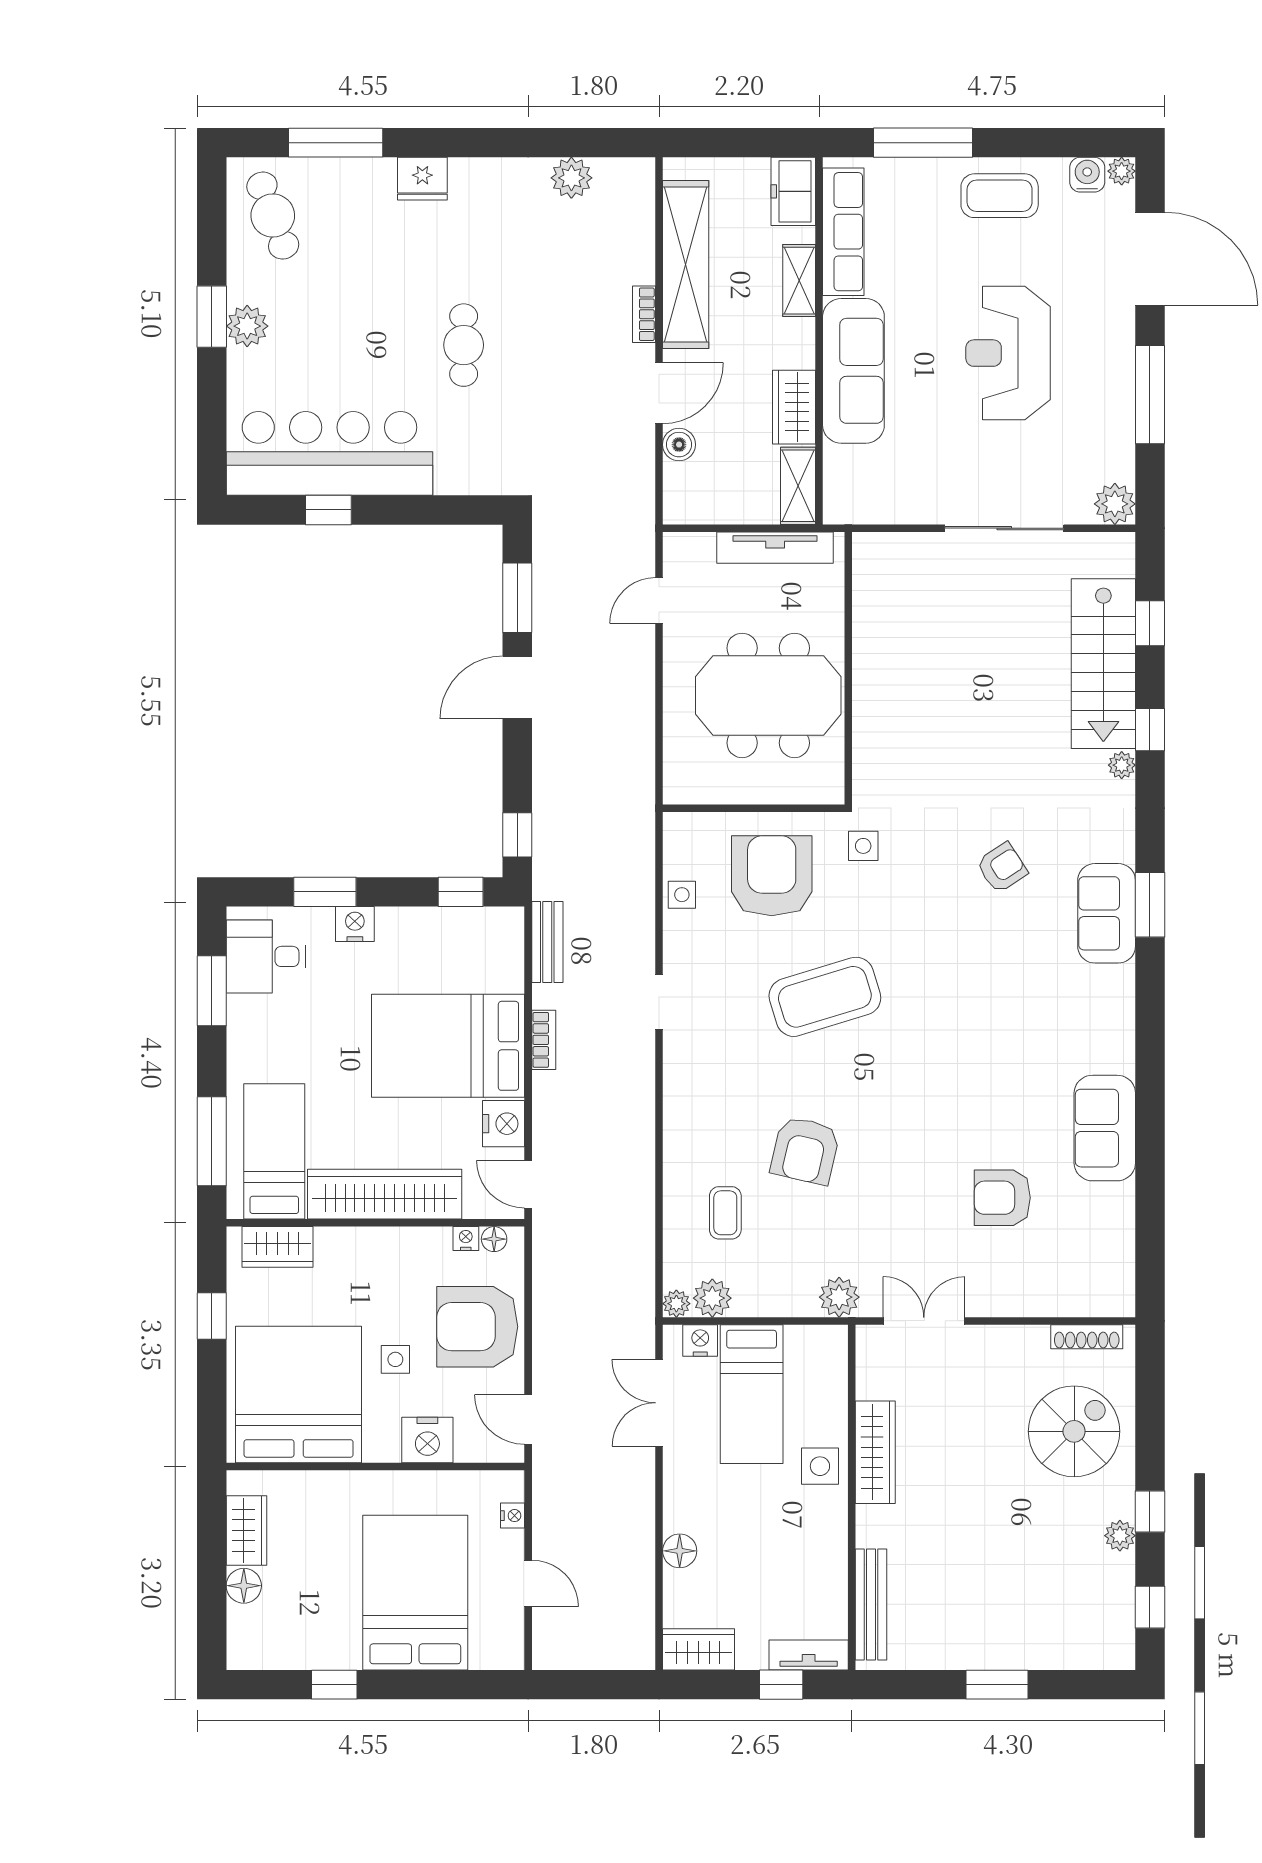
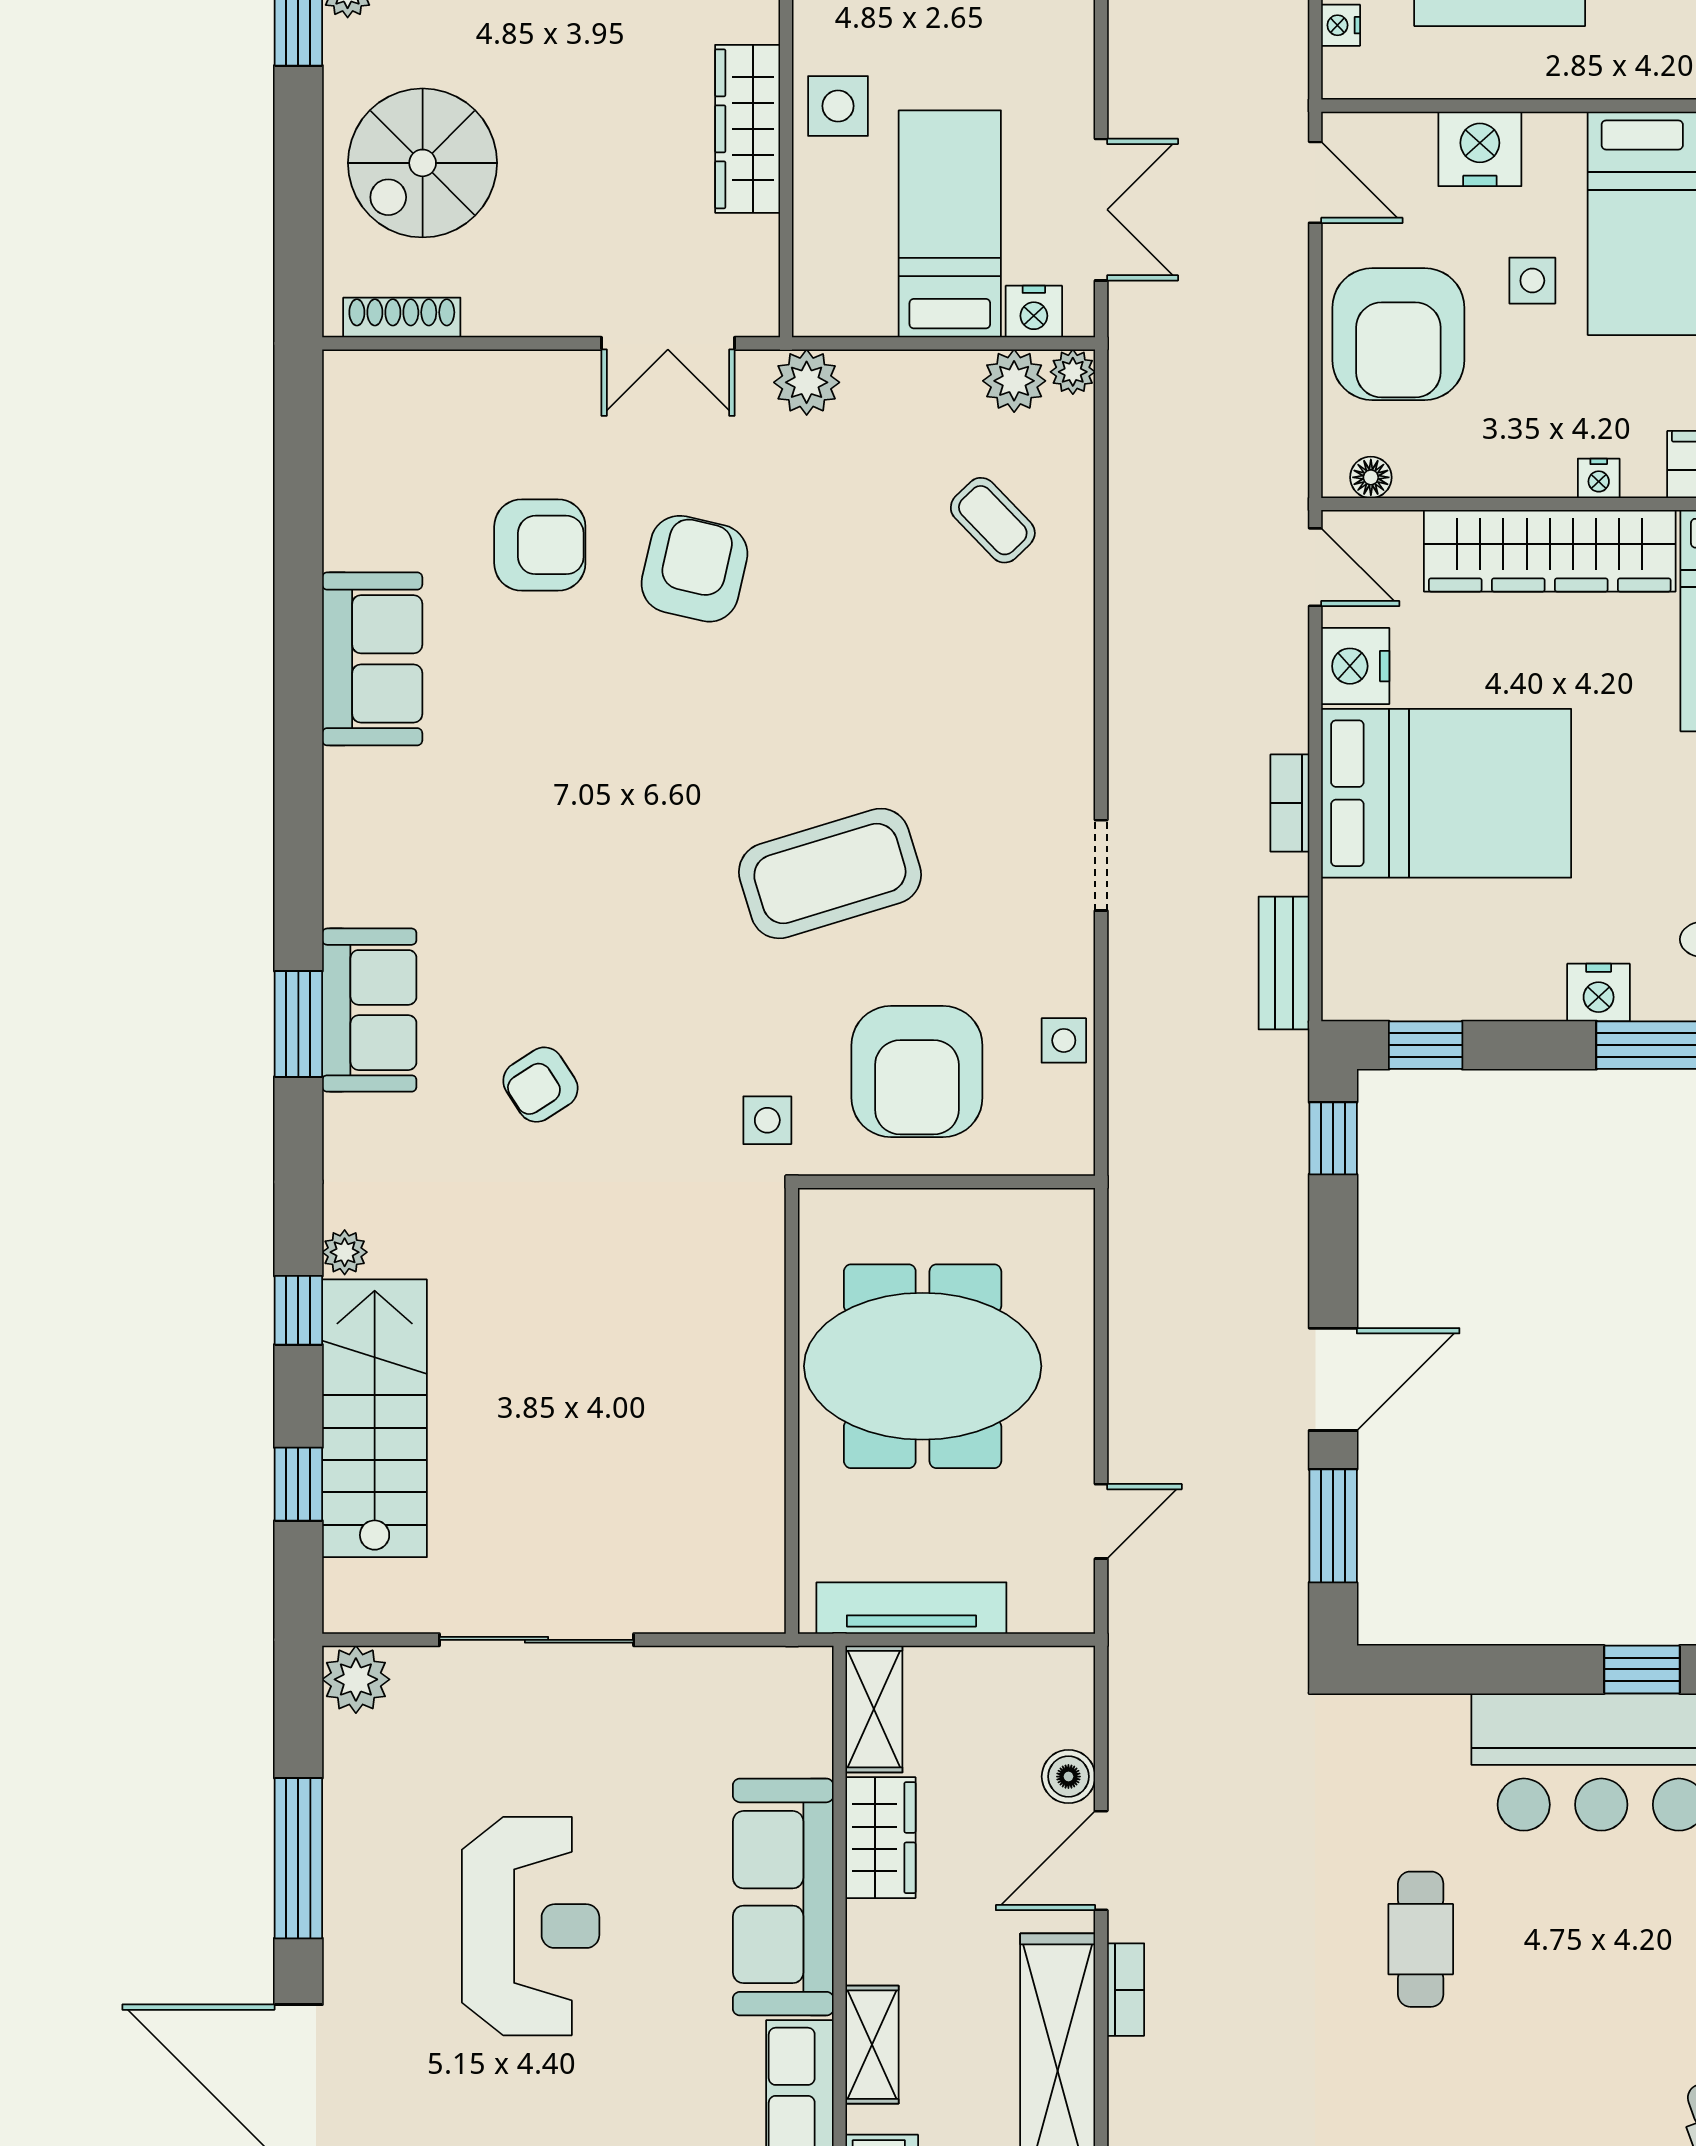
armchair: (805, 1150) -> (694, 569), moved
coffee table: (725, 1213) -> (993, 520), turned -44
nightstand: (466, 1238) -> (1599, 478), moved
armchair: (477, 1327) -> (1398, 334), turned 90

